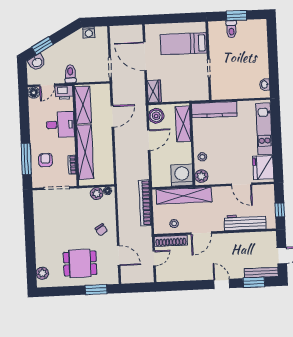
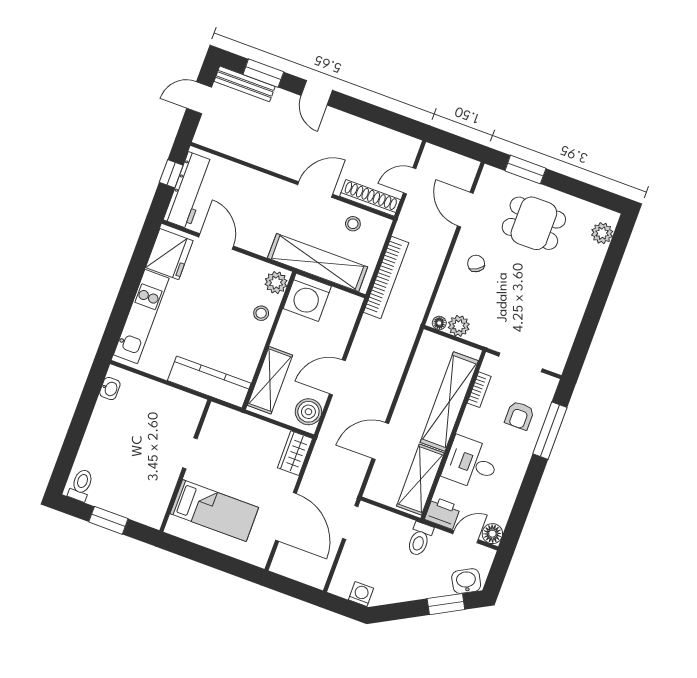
toilet: (231, 29) -> (81, 485), moved
workbench: (245, 222) -> (189, 190), moved, turned -90

